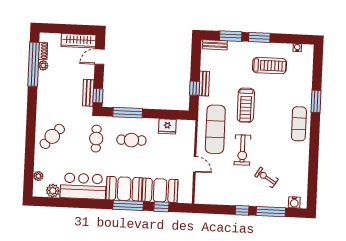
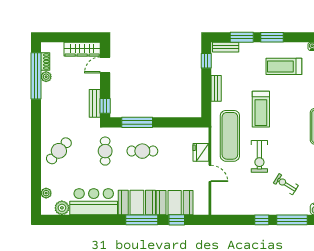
treadmill: (270, 66) -> (284, 66), turned 180
window: (195, 88) -> (206, 61), moved
fridge: (167, 126) -> (201, 152), moved, turned 90

